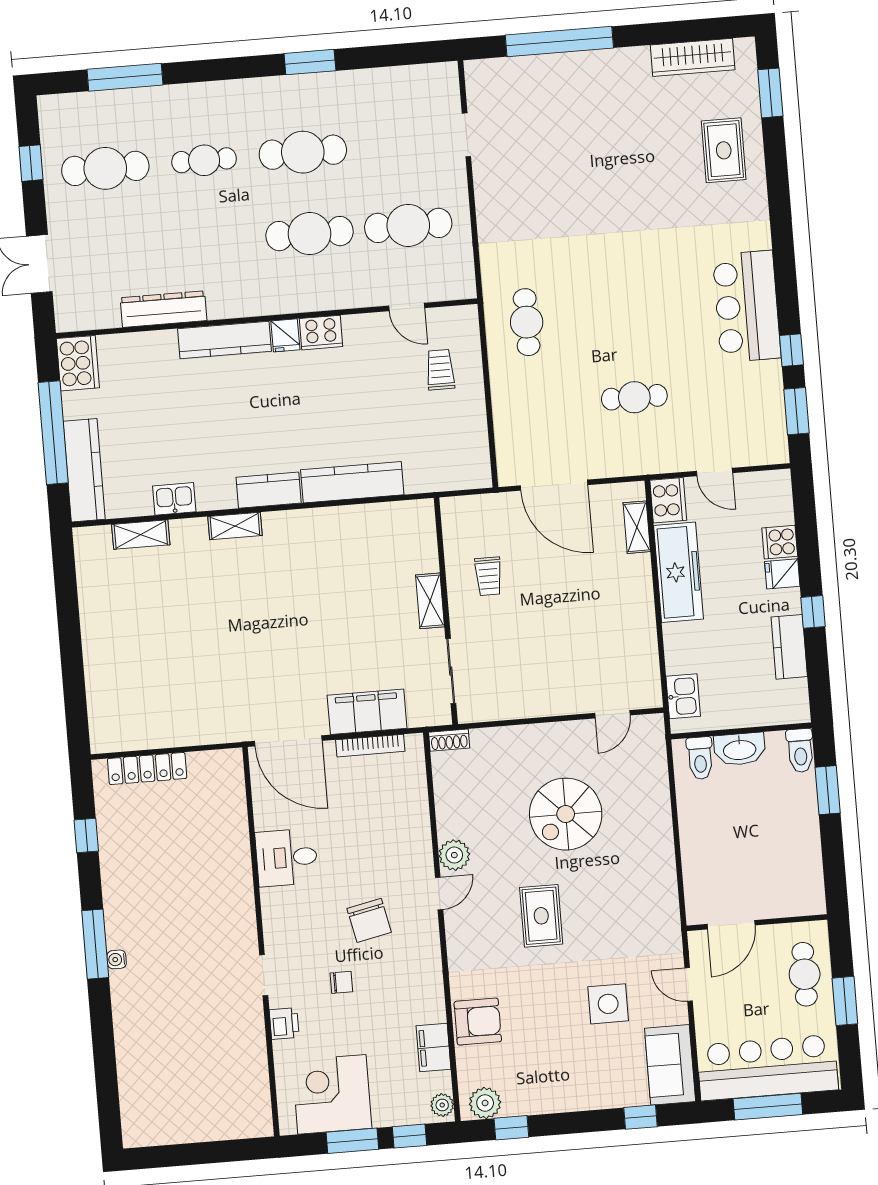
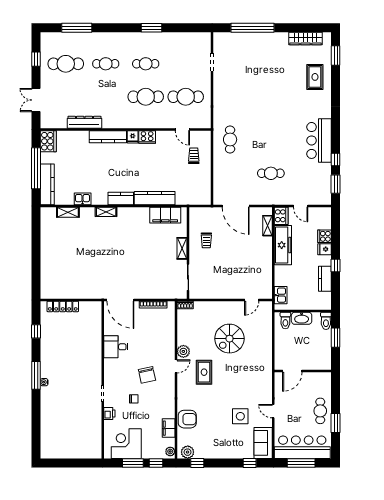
cafe table: (303, 152) -> (146, 64), width x0.73, depth x0.74
filing cabinet: (367, 712) -> (165, 215), moved, turned 180
rug: (541, 916) -> (204, 372), moved
wall: (757, 923) -> (303, 371), moved
door: (731, 925) -> (292, 371), moved

